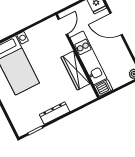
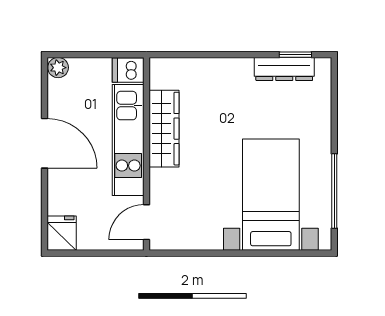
door: (116, 24) -> (45, 143), moved
dresser: (54, 113) -> (284, 69), moved

